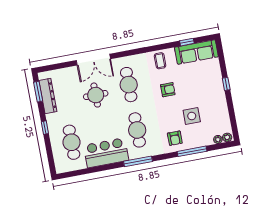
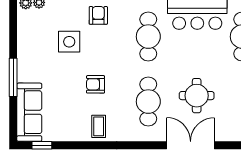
window: (187, 42) -> (42, 145), moved
sofa: (196, 52) -> (29, 112), moved, turned 90
window: (226, 84) -> (13, 77), width x2.17

